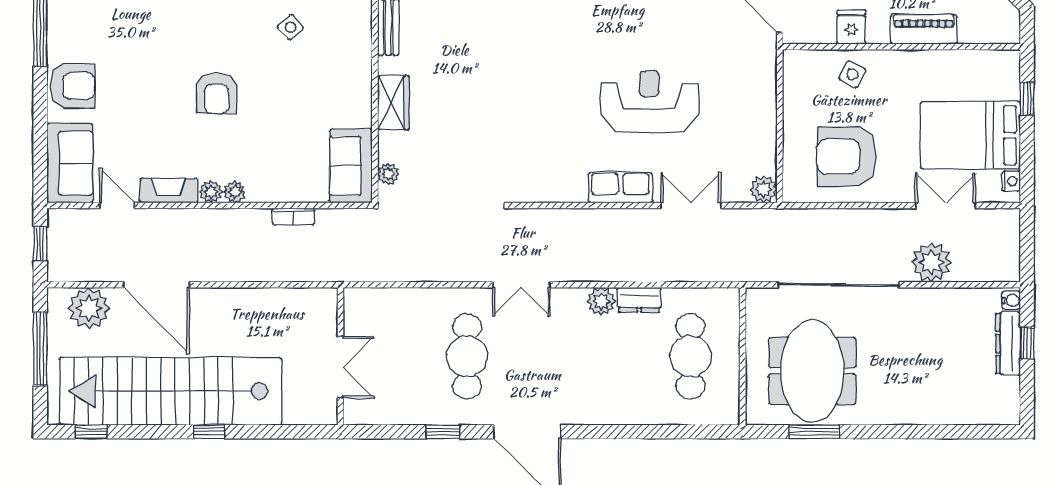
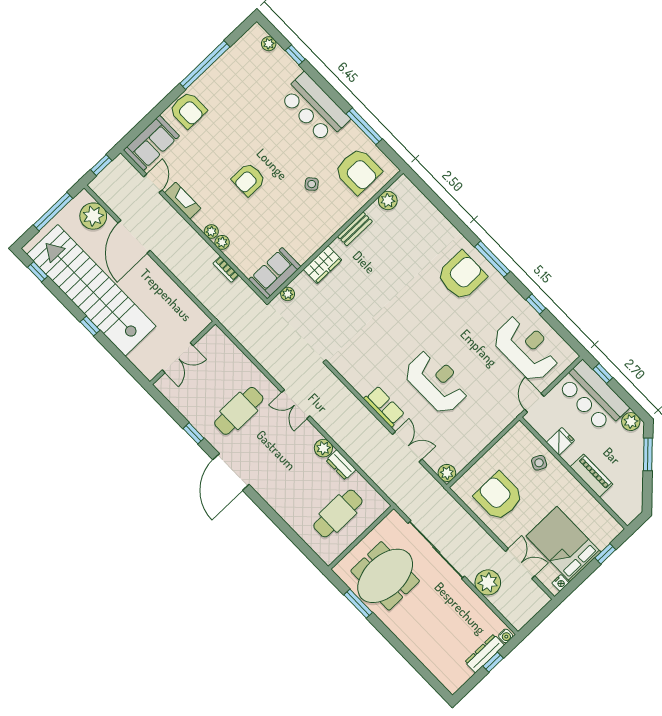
plant: (211, 192) -> (222, 242), moved

